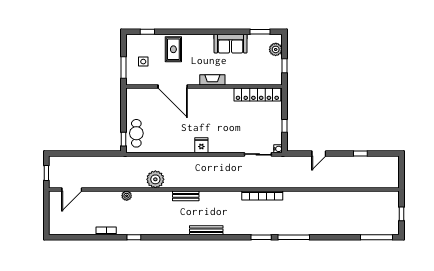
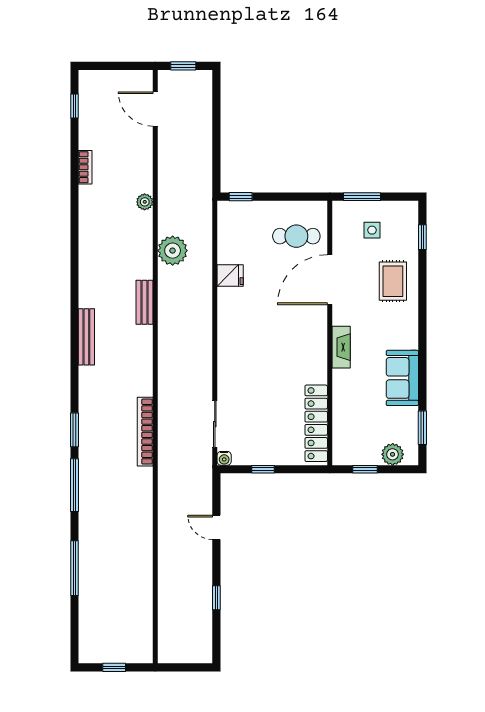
rug: (173, 49) -> (393, 281), turned 90
cafe table: (136, 133) -> (296, 236), moved
fridge: (201, 145) -> (230, 275), moved
window: (134, 237) -> (74, 106), moved
window: (376, 237) -> (74, 568), moved

